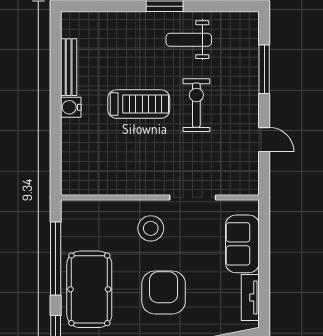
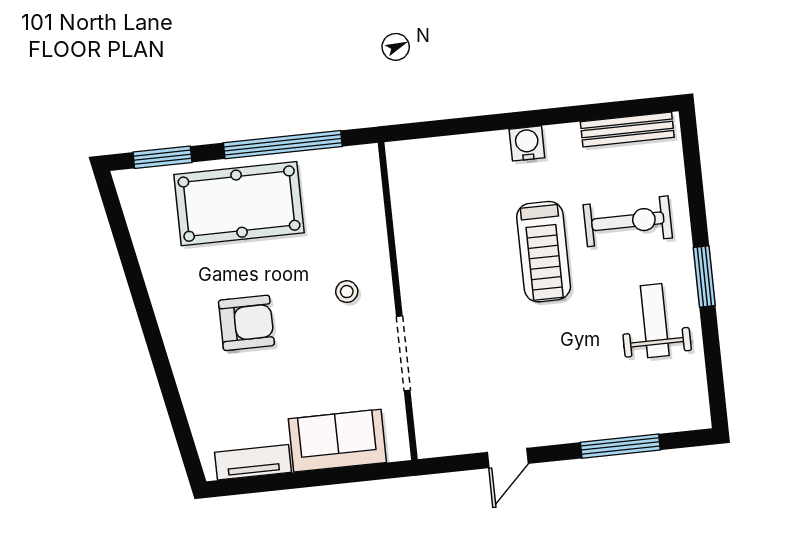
bench: (69, 67) -> (627, 130), moved
exercise bike: (196, 105) -> (628, 221), moved
stool: (151, 228) -> (347, 292), width x0.53, depth x0.53
armchair: (164, 292) -> (246, 323), width x0.73, depth x0.73

